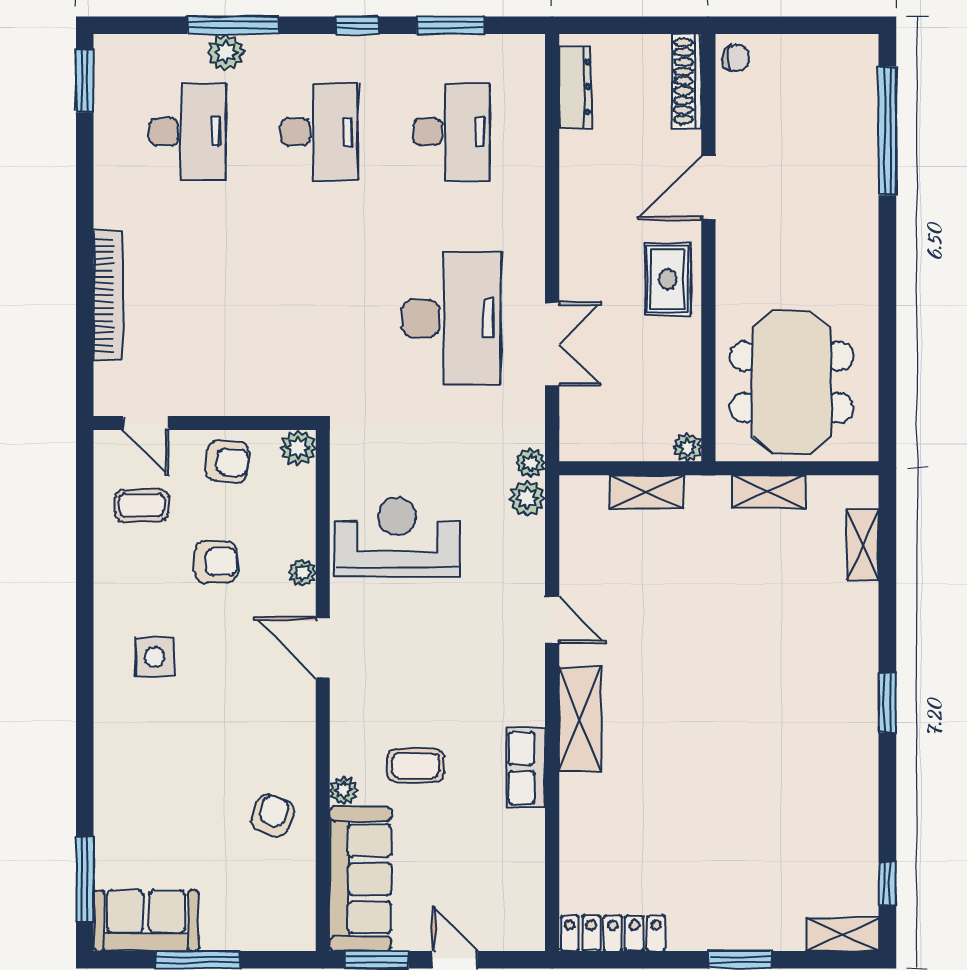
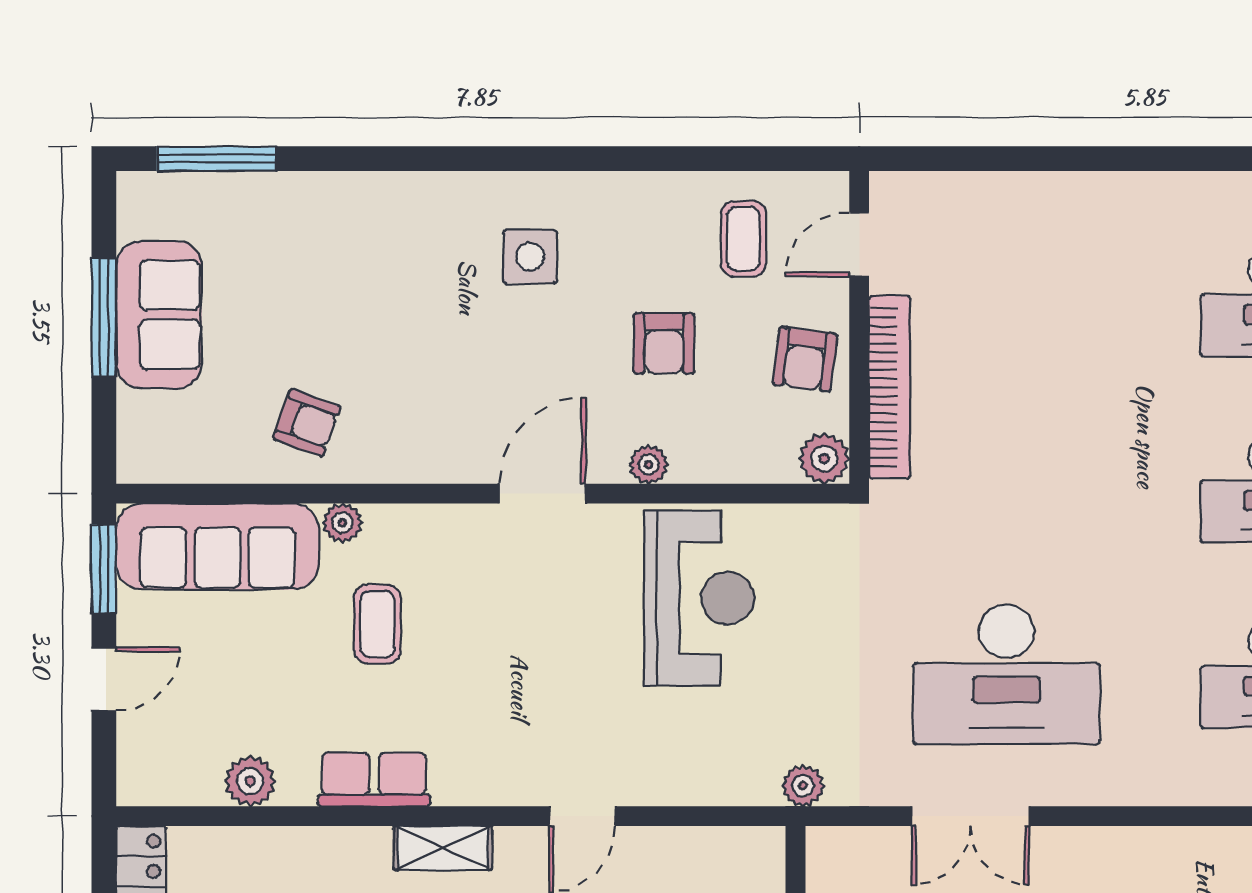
bookcase: (108, 295) -> (890, 387), moved, turned -90
plant: (527, 498) -> (250, 781), moved
shelving: (580, 719) -> (443, 848), width x0.67, depth x0.75
sofa: (146, 921) -> (159, 315), moved

